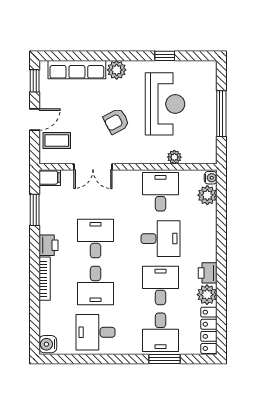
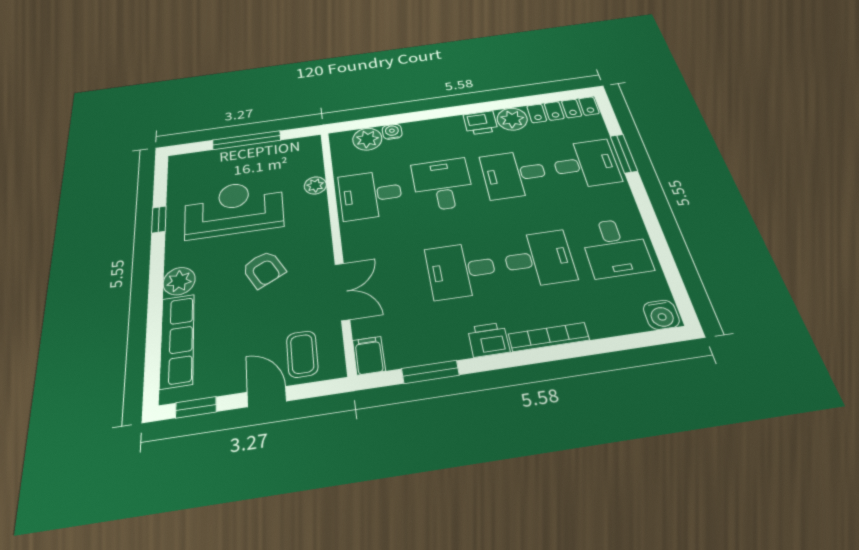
water cooler: (211, 178) -> (392, 132), moved

